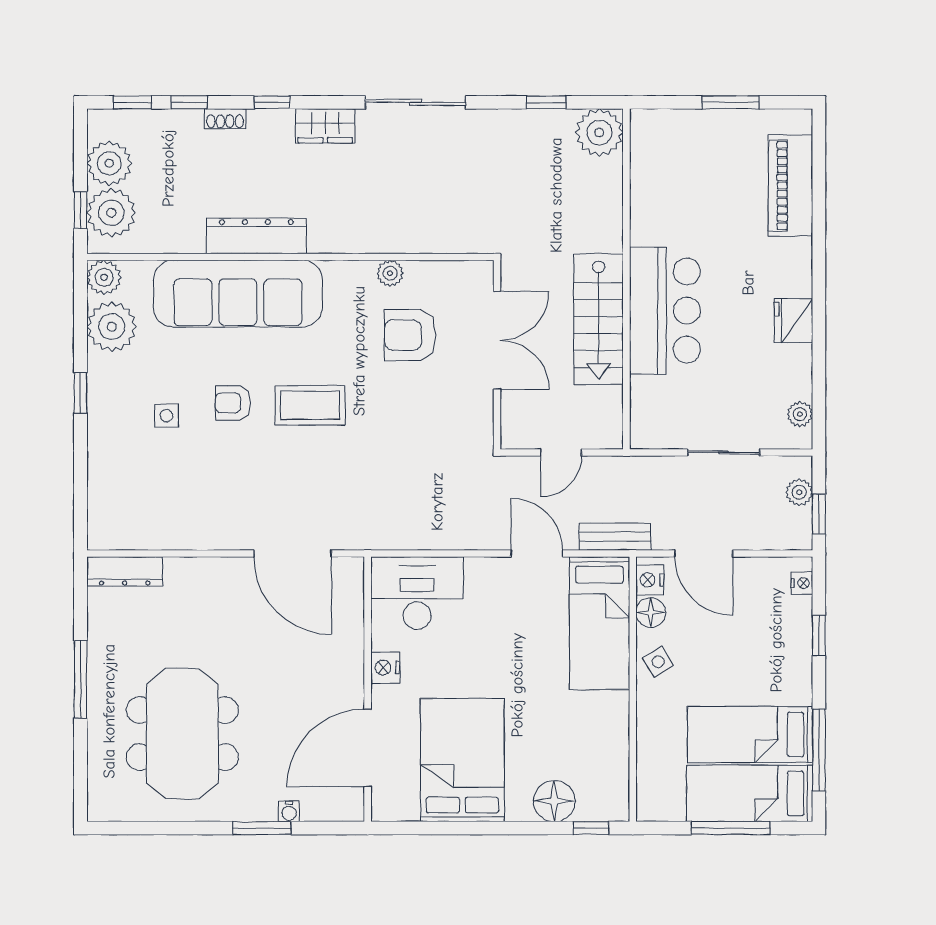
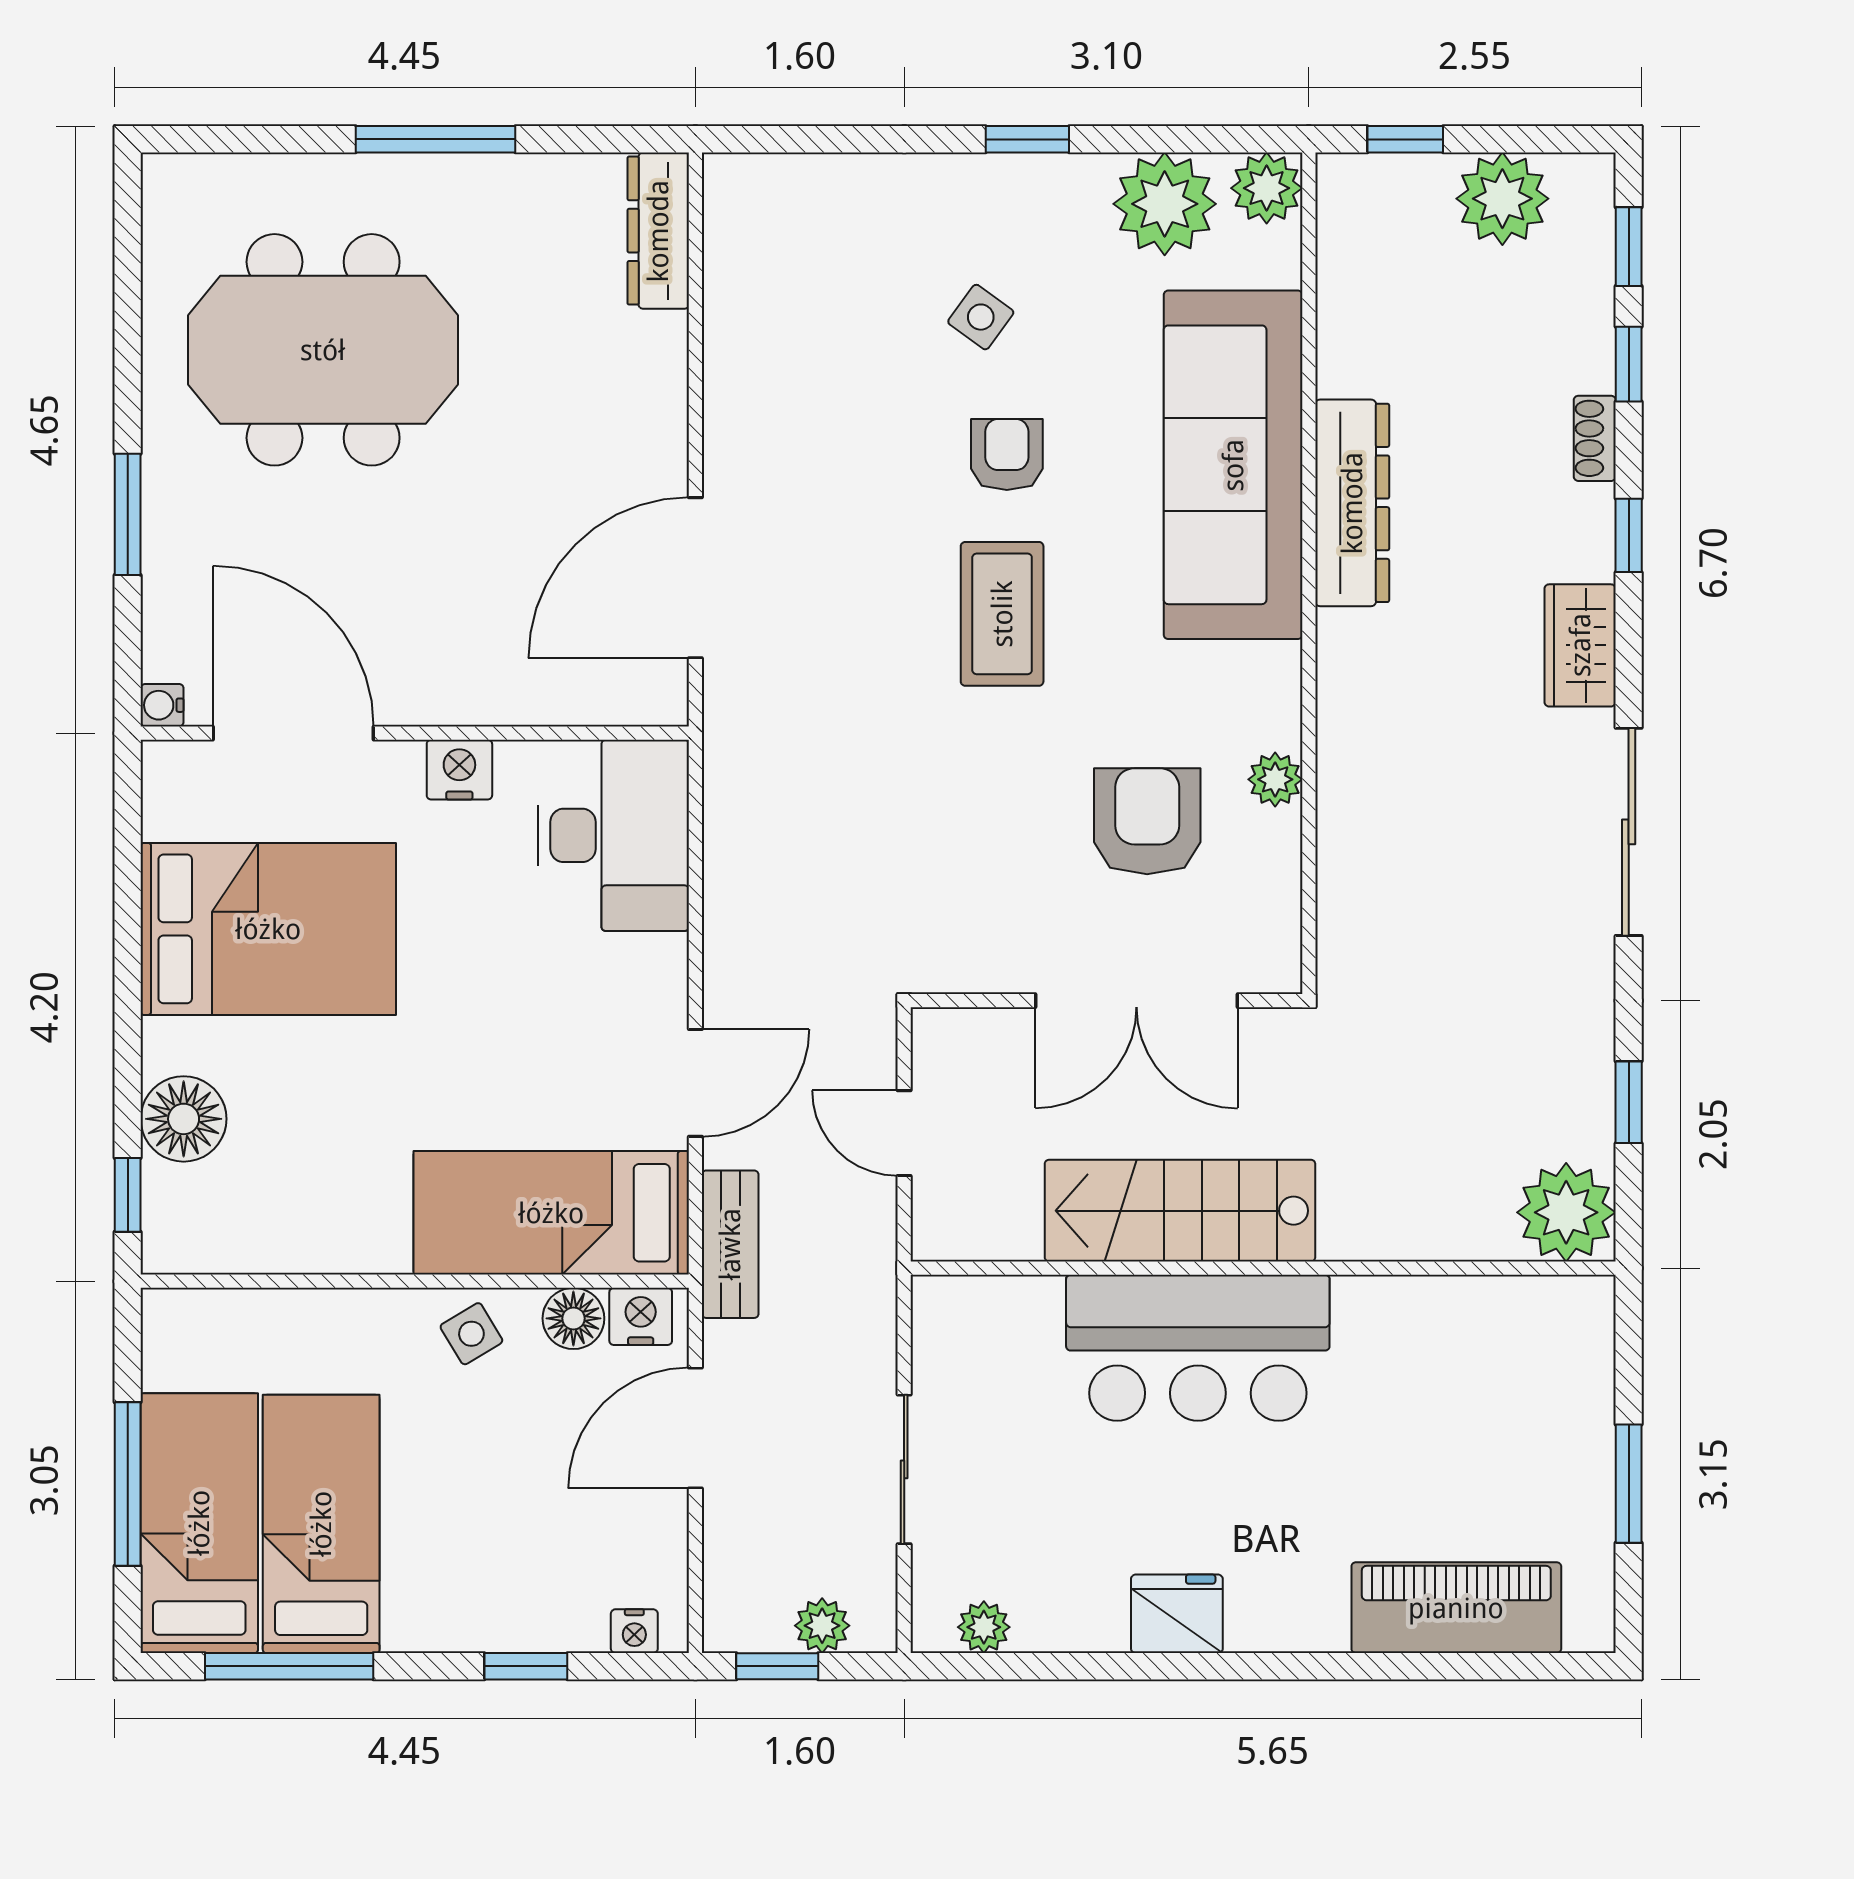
plant: (111, 213) -> (1400, 203), removed
side table: (166, 416) -> (981, 317), turned 36
water cooler: (289, 811) -> (162, 705), moved

